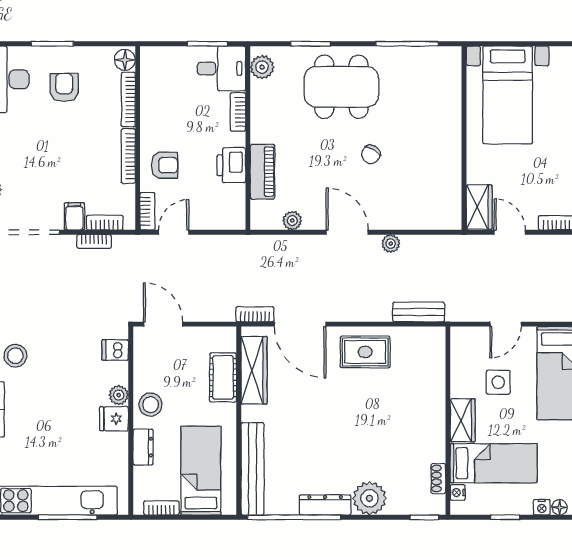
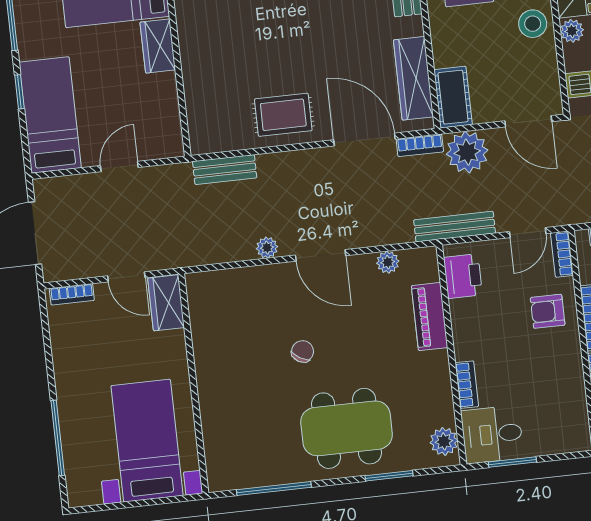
printer: (231, 165) -> (463, 276), moved
bench: (234, 244) -> (455, 227), added
plant: (216, 304) -> (467, 152), added
cot: (223, 377) -> (453, 97), moved
side table: (498, 382) -> (120, 96), removed

